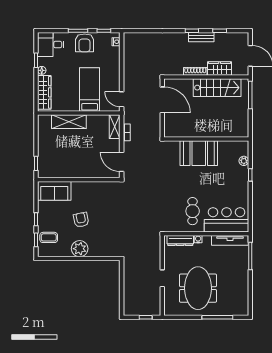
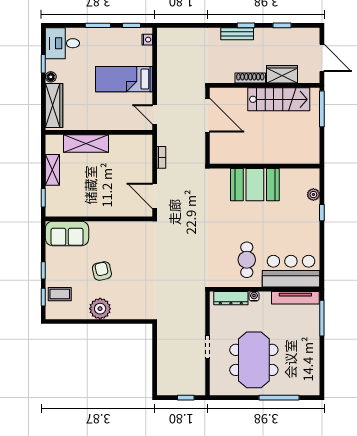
bench: (201, 37) -> (237, 34), moved
armchair: (85, 43) -> (106, 41), removed
bed: (90, 90) -> (124, 79), moved, turned -90
shelving: (115, 127) -> (52, 170), moved

